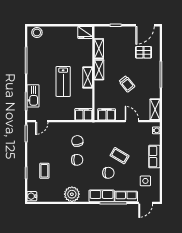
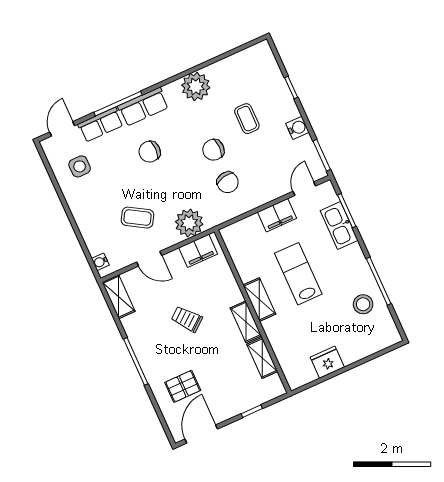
fridge: (85, 32) -> (327, 362), moved
stool: (37, 33) -> (363, 304), moved
filing cabinet: (84, 114) -> (277, 215), moved
plant: (105, 130) -> (189, 223), added
coffee table: (120, 156) -> (138, 218), moved
row of seats: (154, 157) -> (83, 215), removed
coffee table: (44, 171) -> (247, 119), moved
water cooler: (32, 196) -> (297, 128), moved

